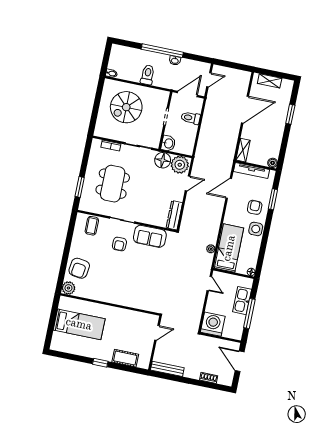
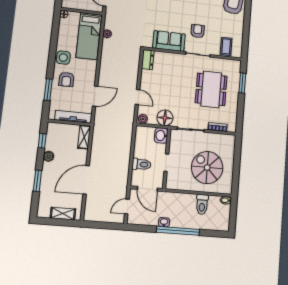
toilet: (148, 75) -> (202, 204), moved
door: (187, 94) -> (147, 189), hinge flipped
spiral stairs: (126, 107) -> (207, 168), turned -90
window: (283, 151) -> (42, 141), added
boiler: (273, 163) -> (49, 156), moved
plant: (180, 165) -> (143, 119), width x0.53, depth x0.53
door: (188, 183) -> (137, 97), swing flipped
dresser: (174, 215) -> (148, 60), width x0.70

